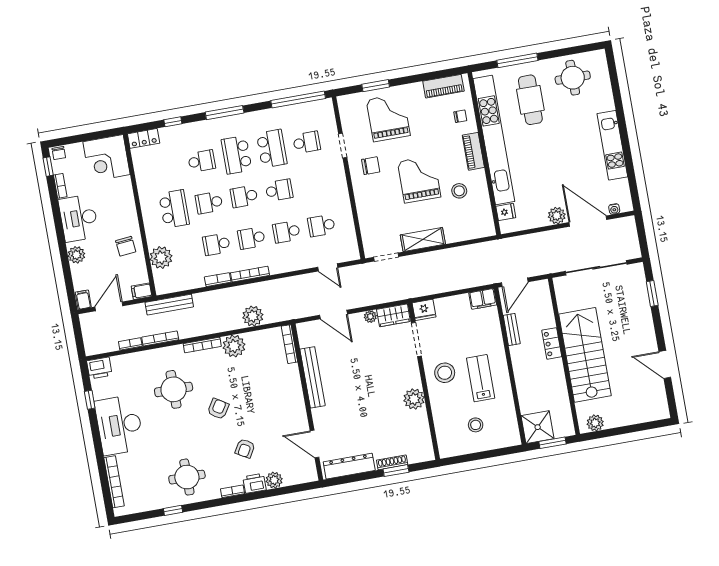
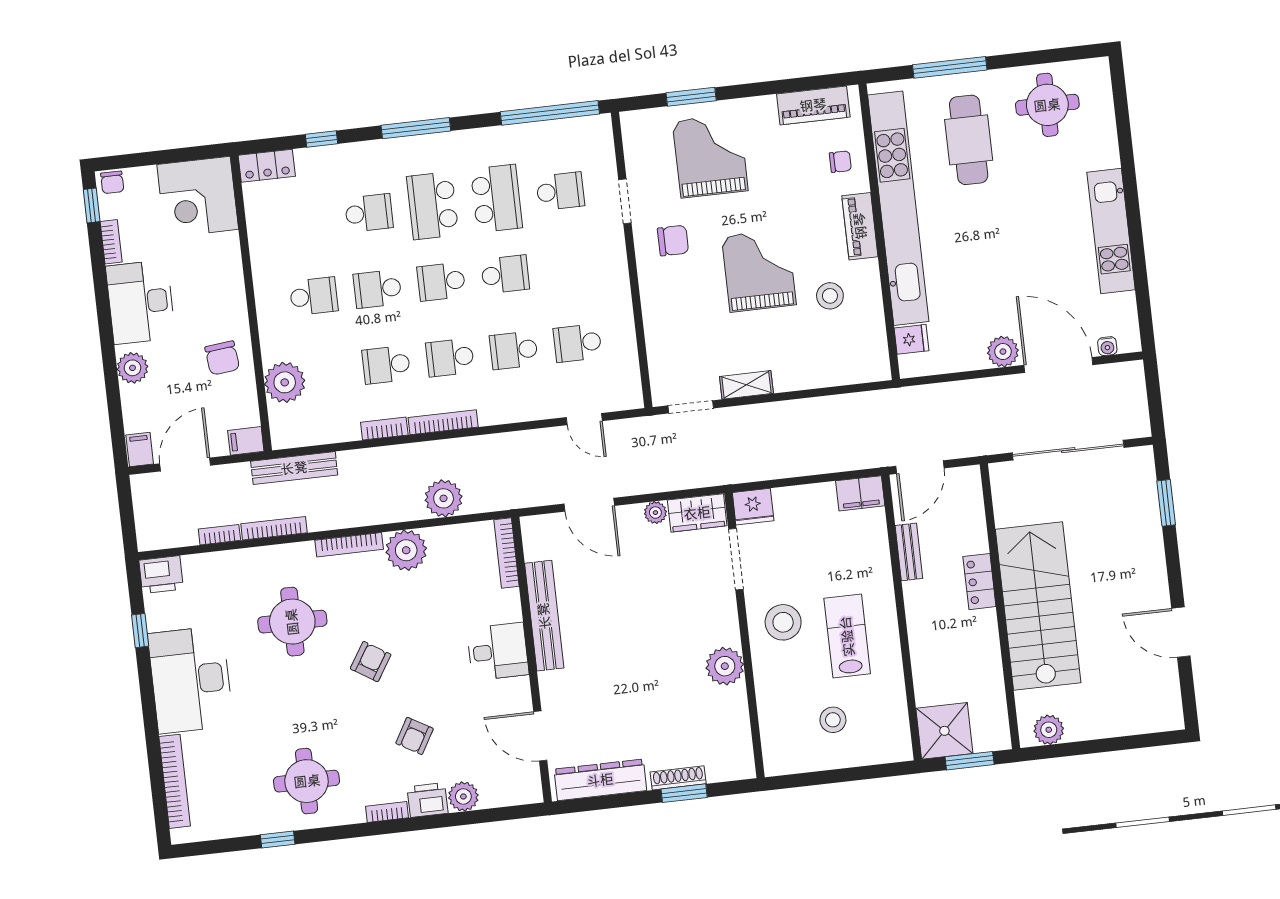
school desk: (174, 209) -> (314, 296), width x0.54
shelving: (423, 240) -> (746, 385), width x0.67, depth x0.75
desk: (288, 399) -> (498, 651), added

